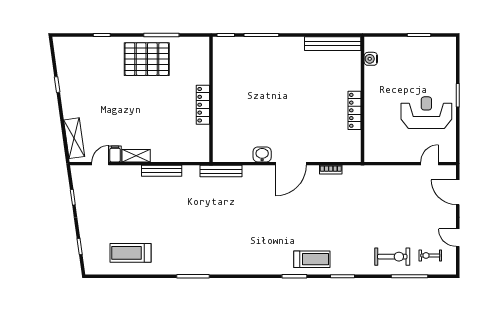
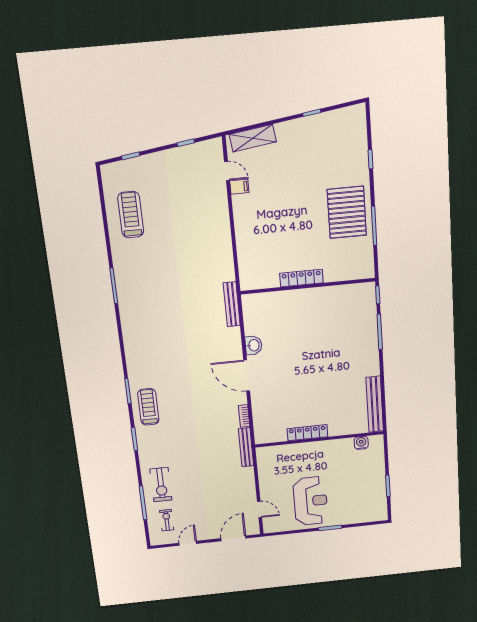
shelving: (136, 156) -> (240, 211), removed
bench: (162, 171) -> (246, 447), moved
treadmill: (312, 259) -> (148, 407), turned 180

